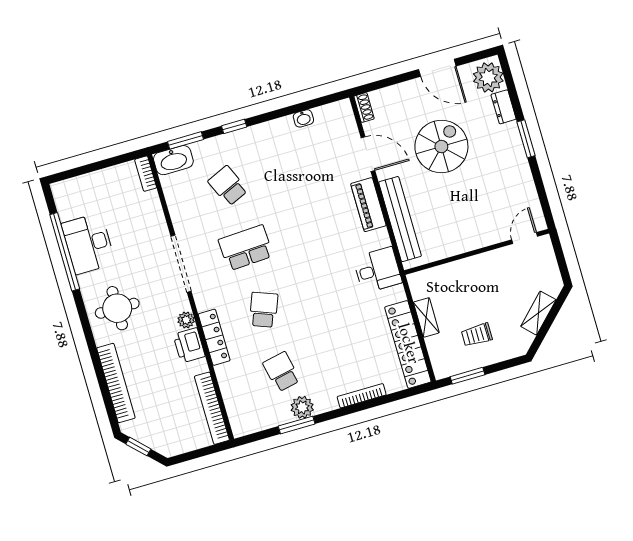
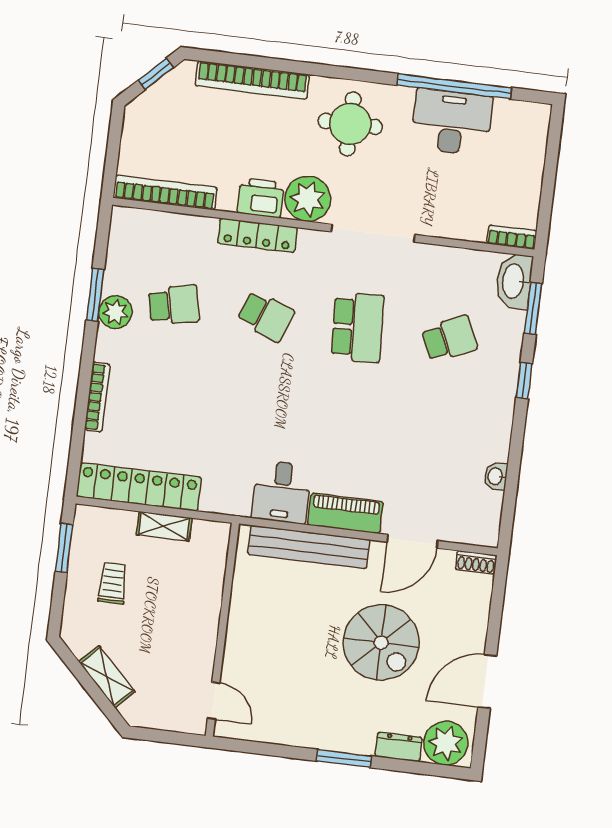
desk: (377, 270) -> (282, 492), moved
plant: (186, 320) -> (308, 199), width x1.87, depth x1.87

